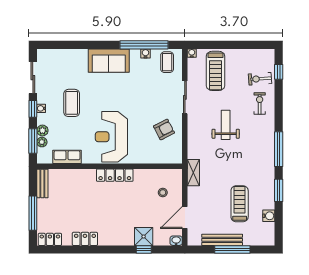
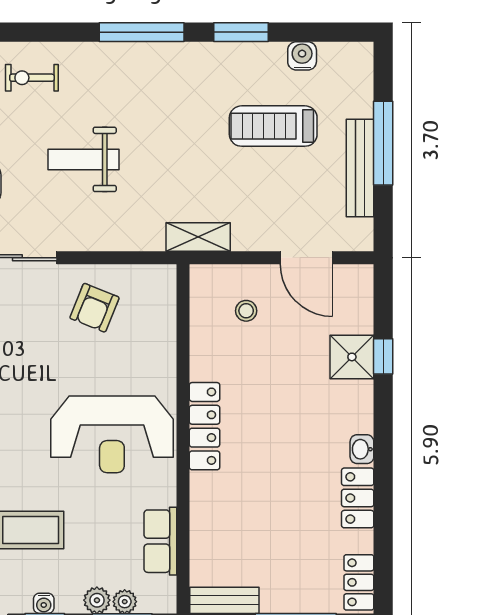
armchair: (164, 129) -> (94, 308), turned -131
washbasin: (176, 241) -> (362, 449), moved

